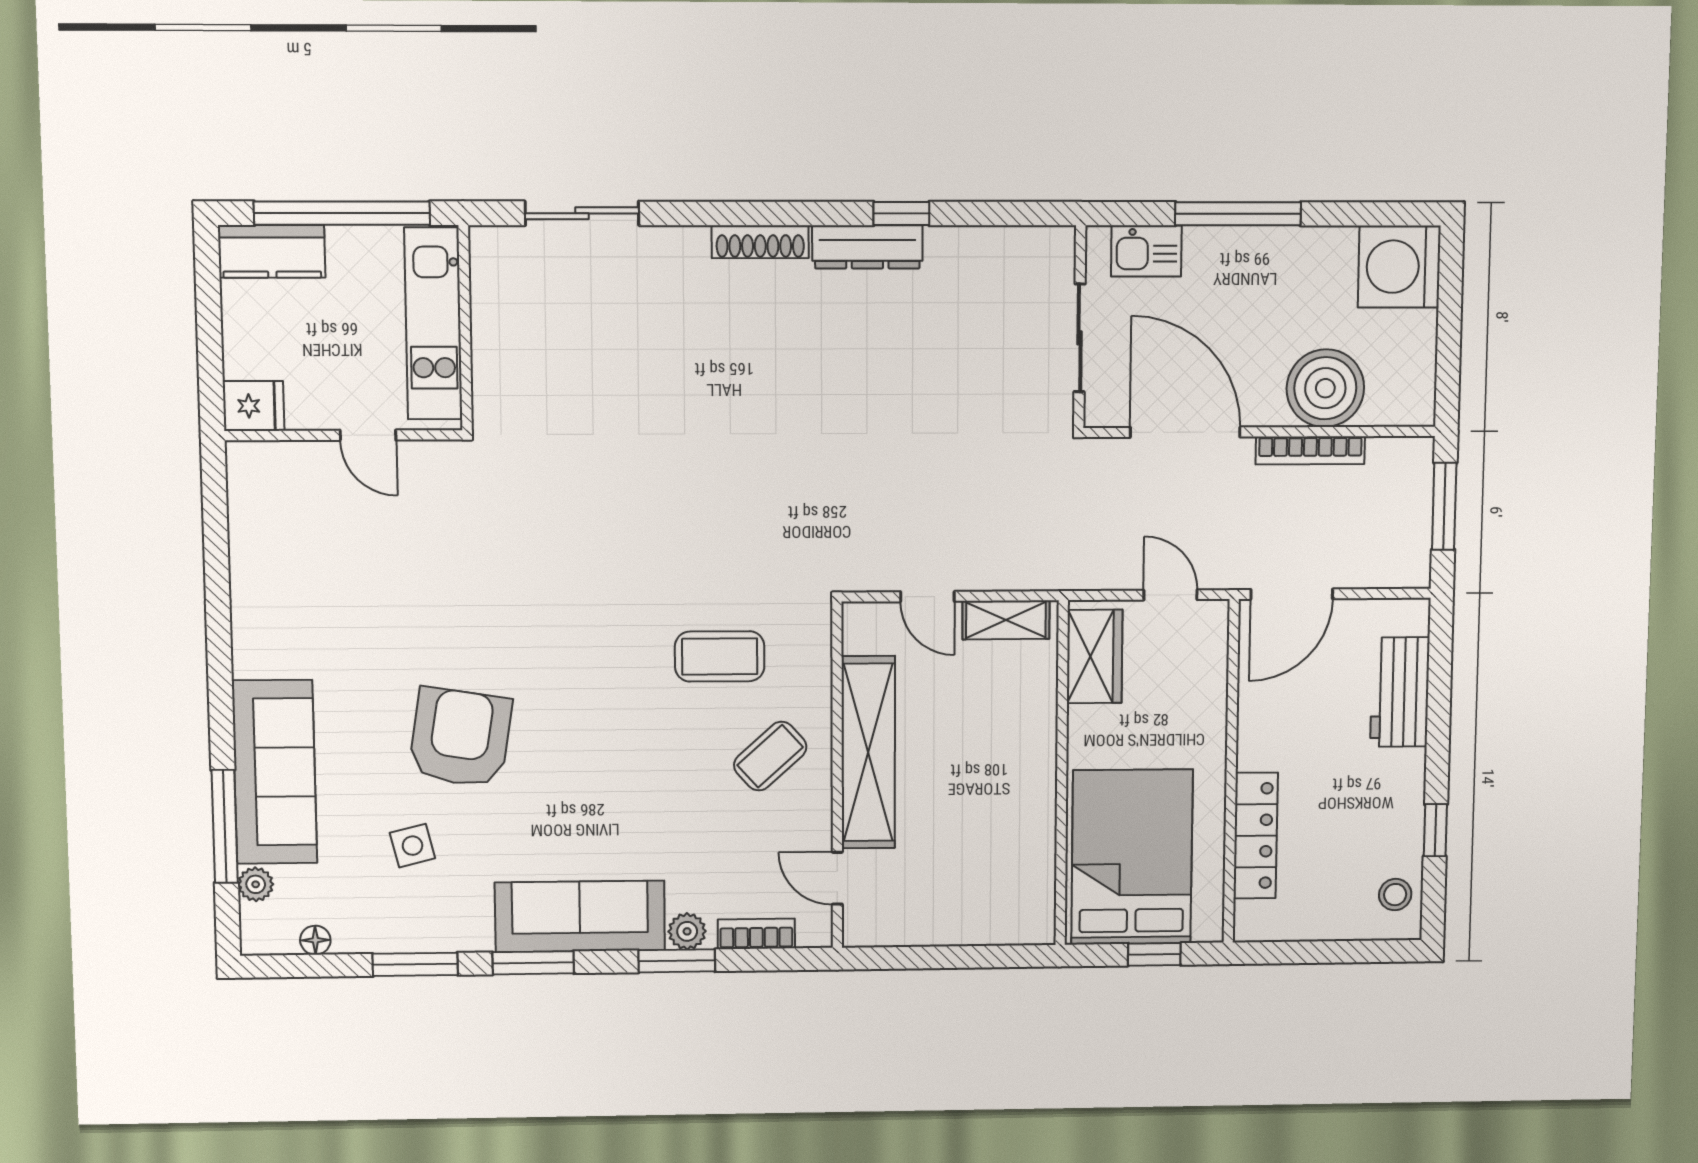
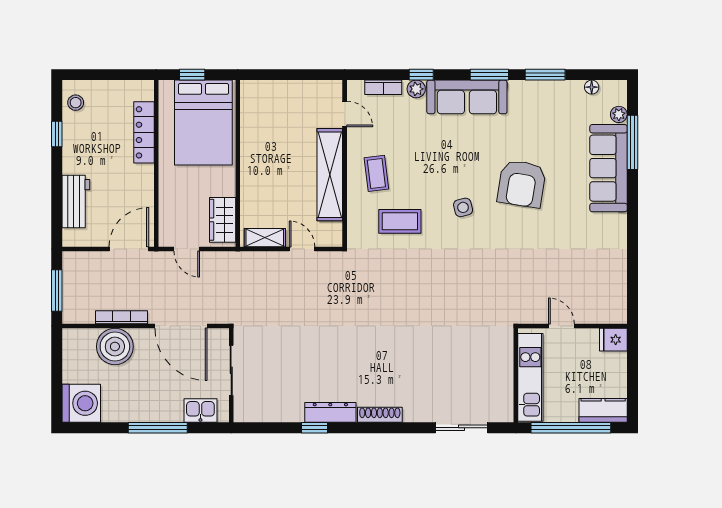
coffee table: (770, 756) -> (376, 173), turned -55
side table: (412, 846) -> (463, 207), moved
window: (677, 961) -> (421, 75), width x0.67

